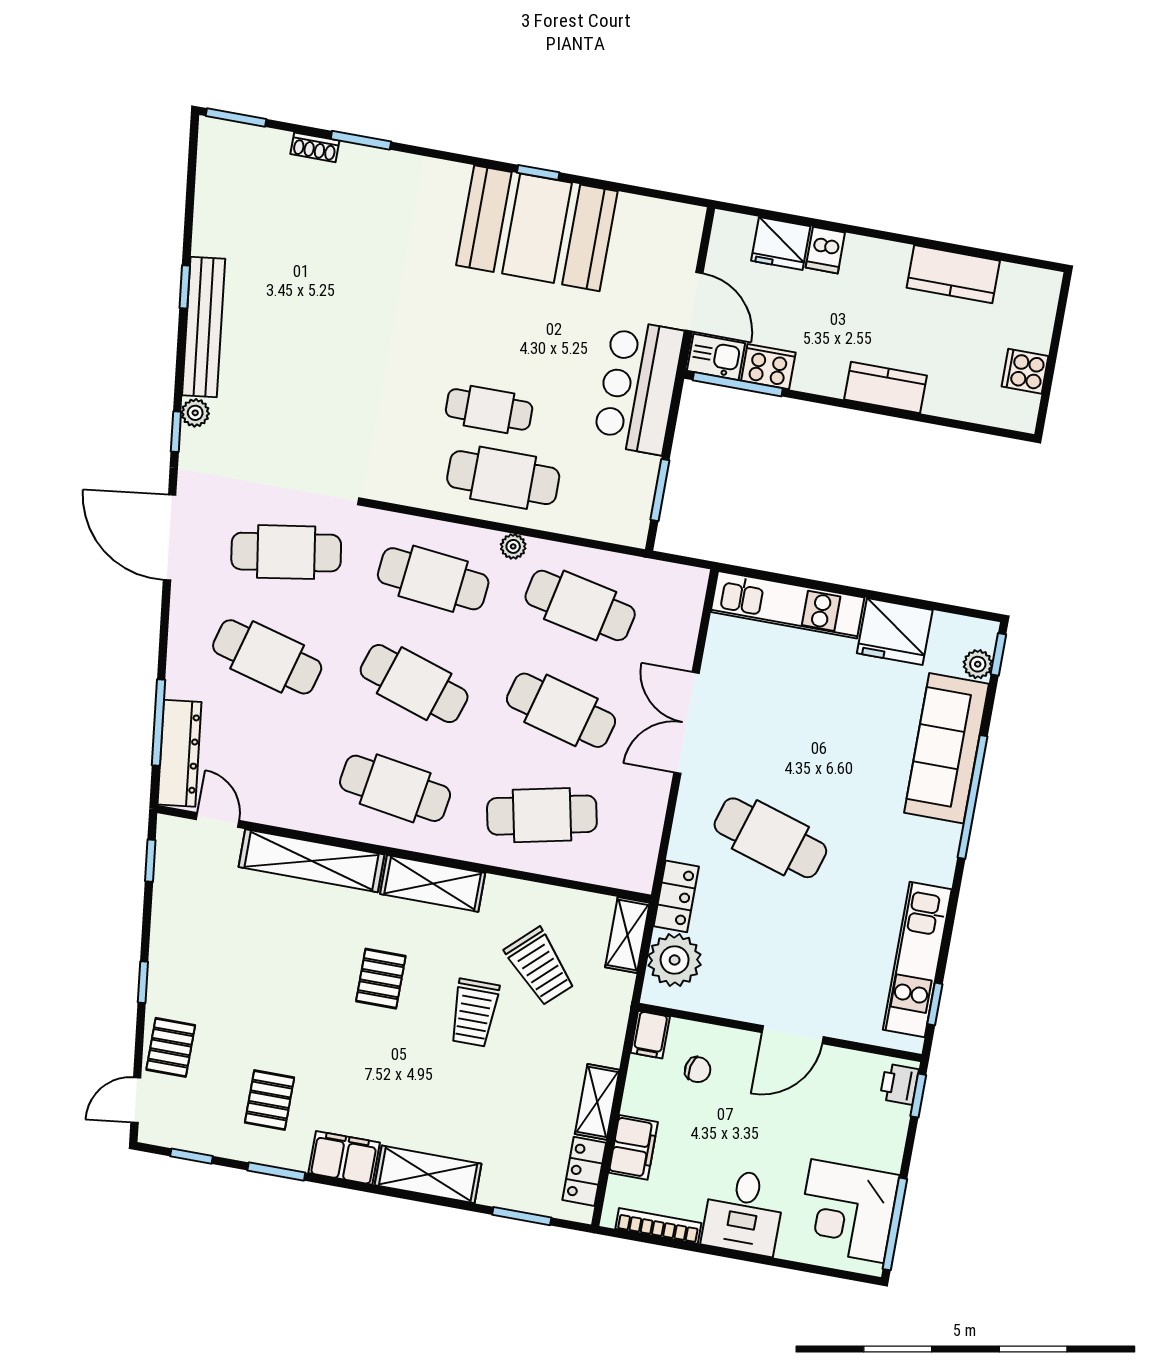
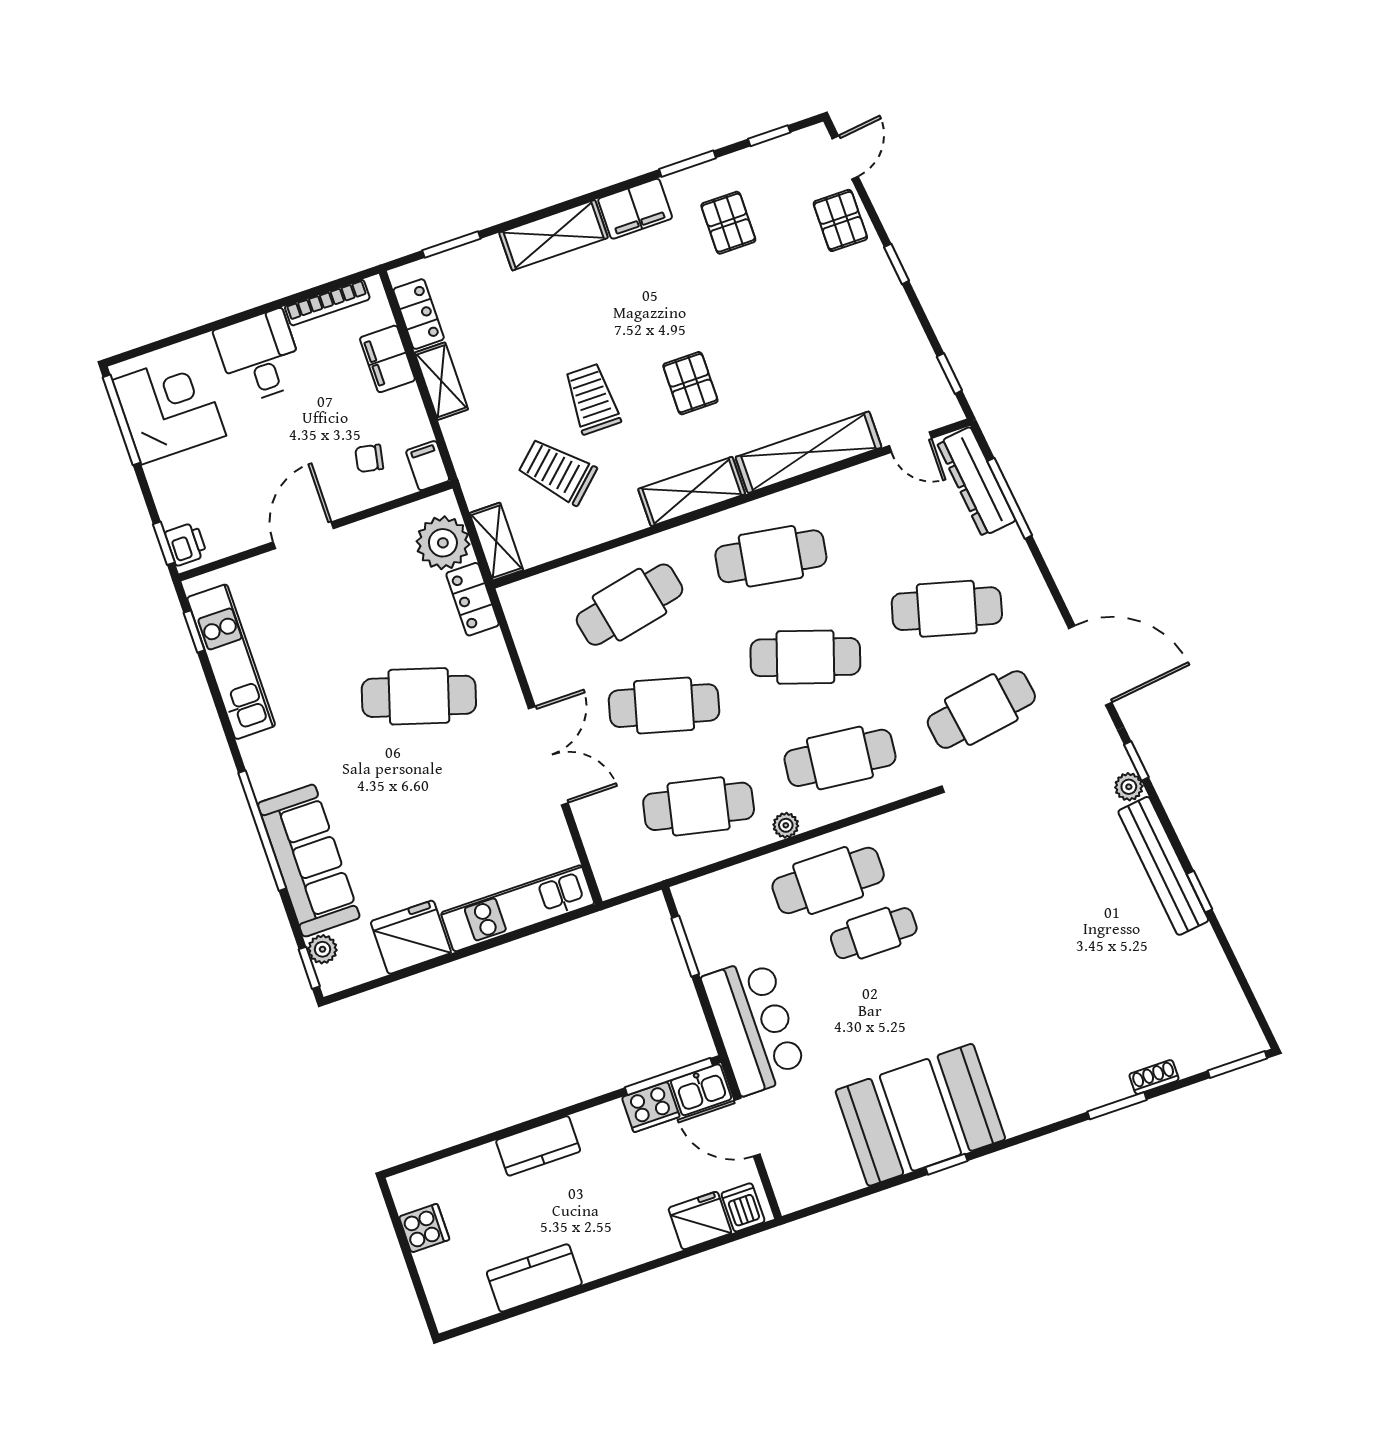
dishwasher: (825, 250) -> (743, 1207), moved

